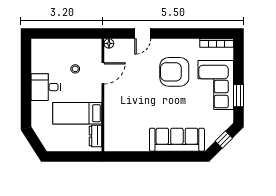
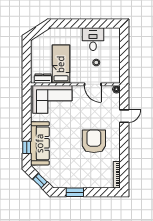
door: (143, 34) -> (124, 116), swing flipped
corner sofa: (216, 85) -> (52, 99), moved, turned 180
desk: (46, 87) -> (93, 39), moved
window: (182, 156) -> (27, 147), added

